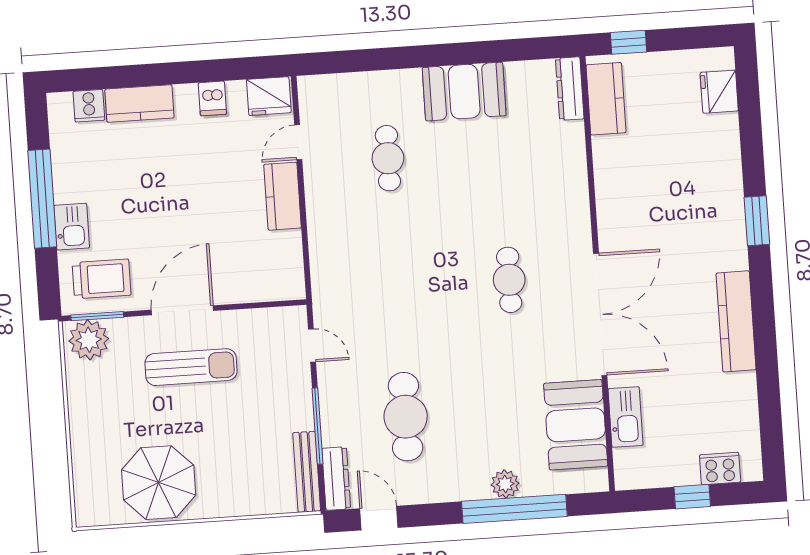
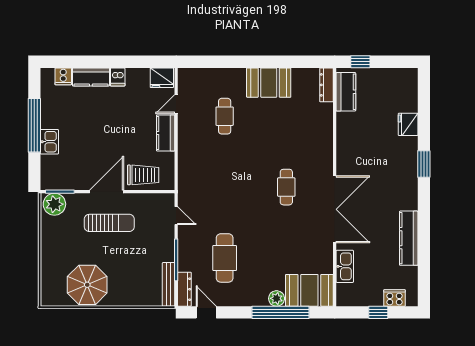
fridge: (719, 92) -> (408, 124), moved
dishwasher: (212, 98) -> (118, 77), moved
trolley: (102, 279) -> (143, 175), moved
kitchen counter: (736, 321) -> (409, 238), moved
booth: (576, 425) -> (309, 290), moved, turned 90

